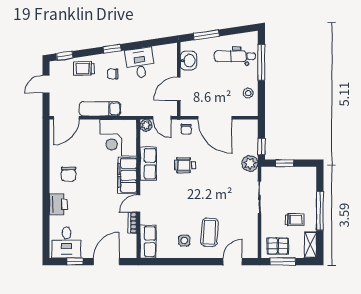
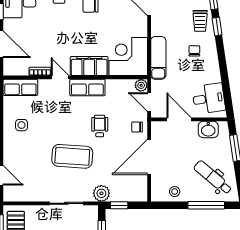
window: (112, 49) -> (217, 27), moved
dental chair: (235, 56) -> (213, 178), turned -50
desk: (140, 63) -> (209, 99), moved
trolley: (84, 68) -> (200, 21), turned 180
exam couch: (100, 109) -> (158, 58), moved
door: (162, 118) -> (149, 102), hinge flipped
row of seats: (148, 164) -> (87, 88), moved
coffee table: (210, 232) -> (72, 156), moved, width x1.36, depth x1.32

